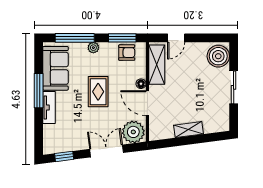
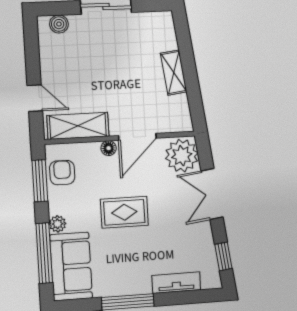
boiler: (218, 56) -> (59, 24), width x0.54, depth x0.54
sofa: (55, 68) -> (71, 266), moved, turned 90
tv unit: (49, 107) -> (176, 283), moved

